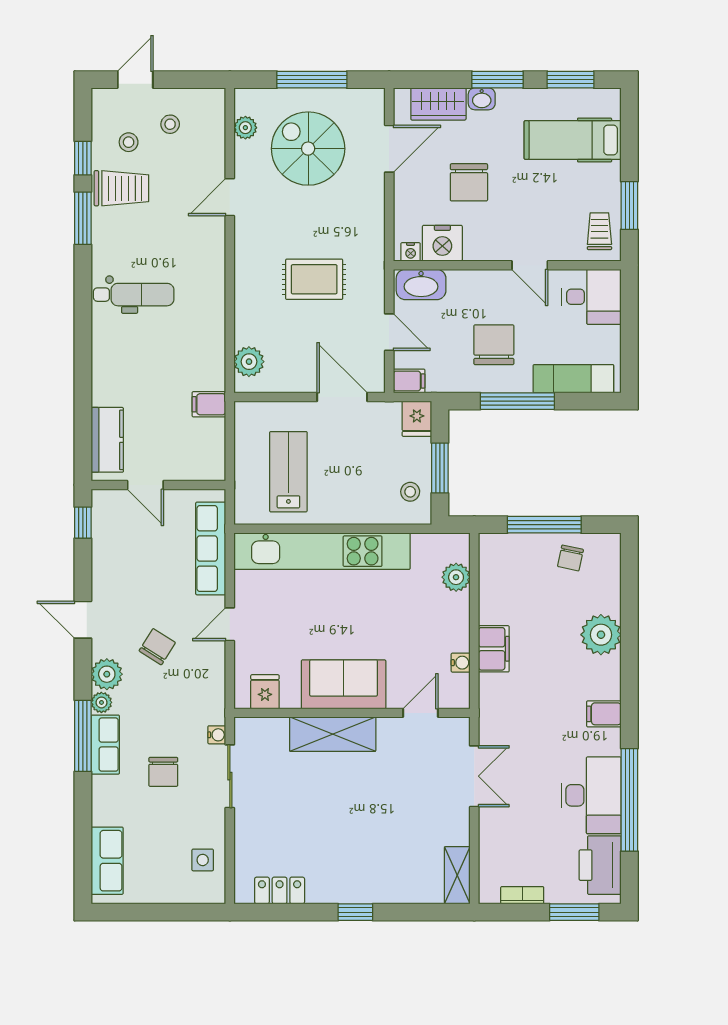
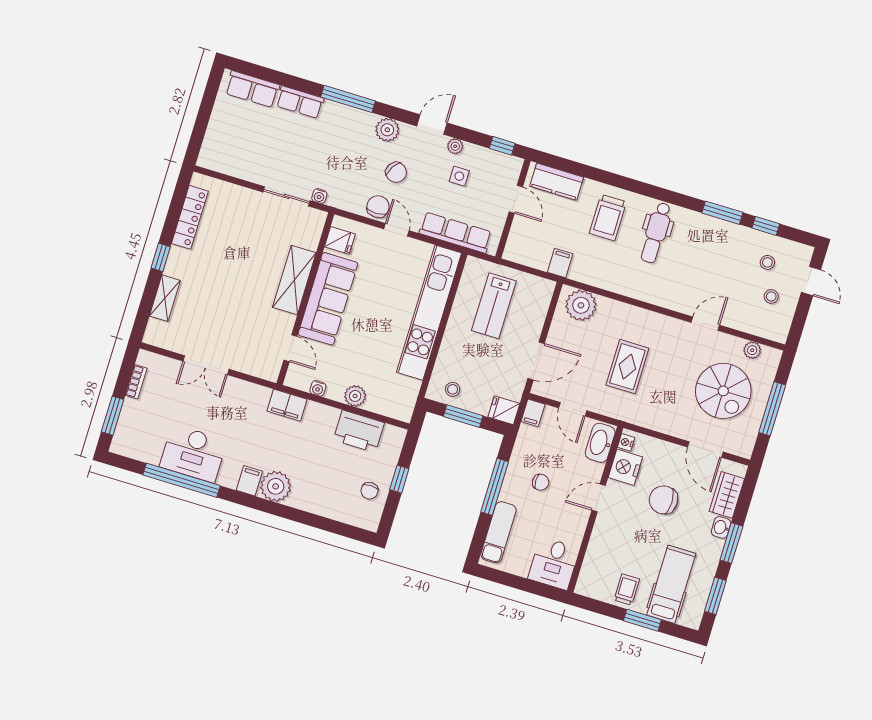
spiral stairs: (308, 149) -> (723, 391), turned 90
trolley: (121, 188) -> (608, 218), moved
door: (230, 197) -> (705, 324), hinge flipped
window: (629, 206) -> (642, 620), moved
trolley: (599, 231) -> (627, 590), moved, turned -90
door: (530, 265) -> (599, 498), moved
door: (389, 332) -> (573, 409), hinge flipped
chair: (494, 345) -> (541, 482), width x0.54, depth x0.54
plant: (249, 362) -> (581, 305), width x1.36, depth x1.36
lab bench: (288, 472) -> (494, 306), turned 90
door: (145, 485) -> (516, 199), swing flipped
window: (544, 525) -> (399, 479), width x0.46
chair: (570, 558) -> (369, 491), turned -102
plant: (456, 577) -> (355, 396), moved
plant: (601, 635) -> (276, 486), moved
filing cabinet: (494, 649) -> (287, 405), moved
sofa: (344, 684) -> (328, 299), width x1.36
plant: (101, 702) -> (455, 146), moved
row of seats: (105, 745) -> (300, 102), moved
chair: (163, 772) -> (378, 207), moved, turned 90
double door: (474, 776) -> (206, 365), moved
side table: (203, 860) -> (459, 176), moved
printer: (600, 865) -> (359, 431), moved, turned 180
shelving: (457, 875) -> (165, 298), moved, turned 90
locker: (280, 890) -> (190, 217), width x1.53

